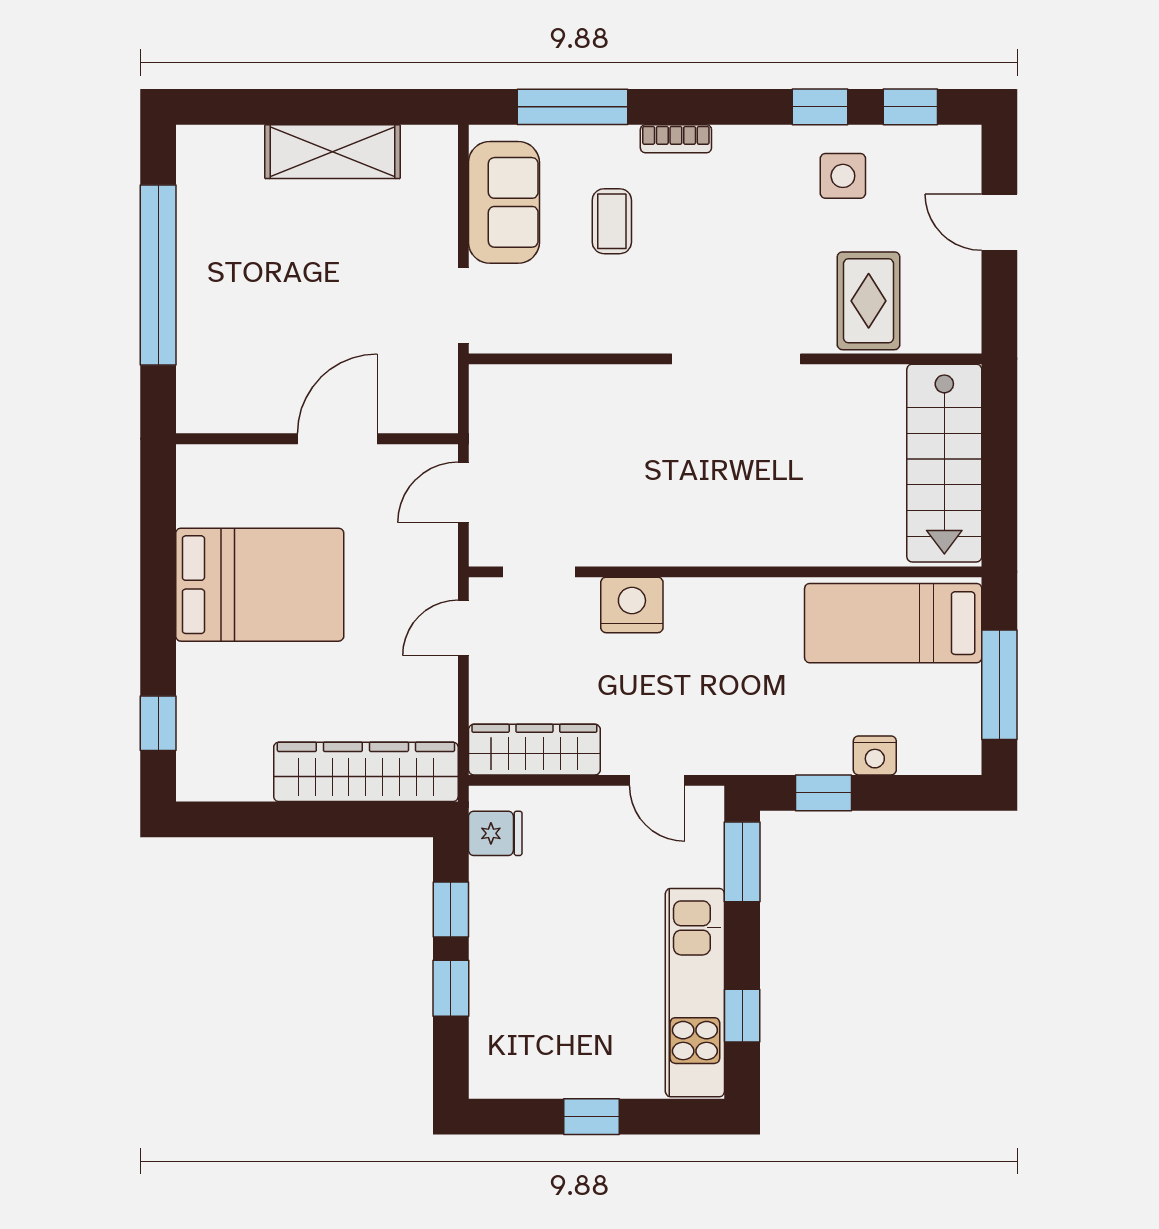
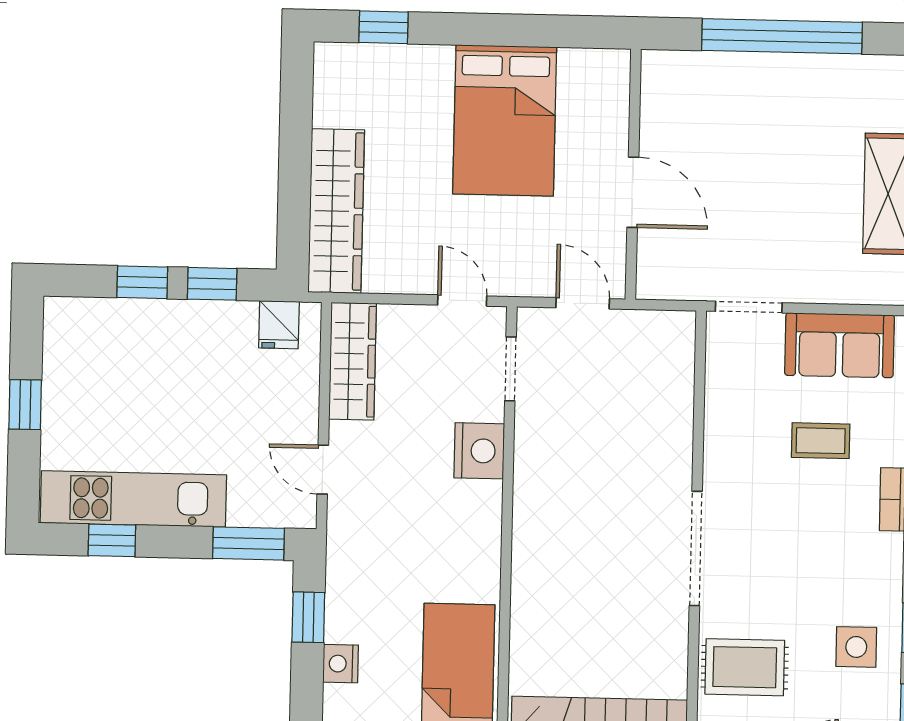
door: (657, 780) -> (323, 470), hinge flipped

